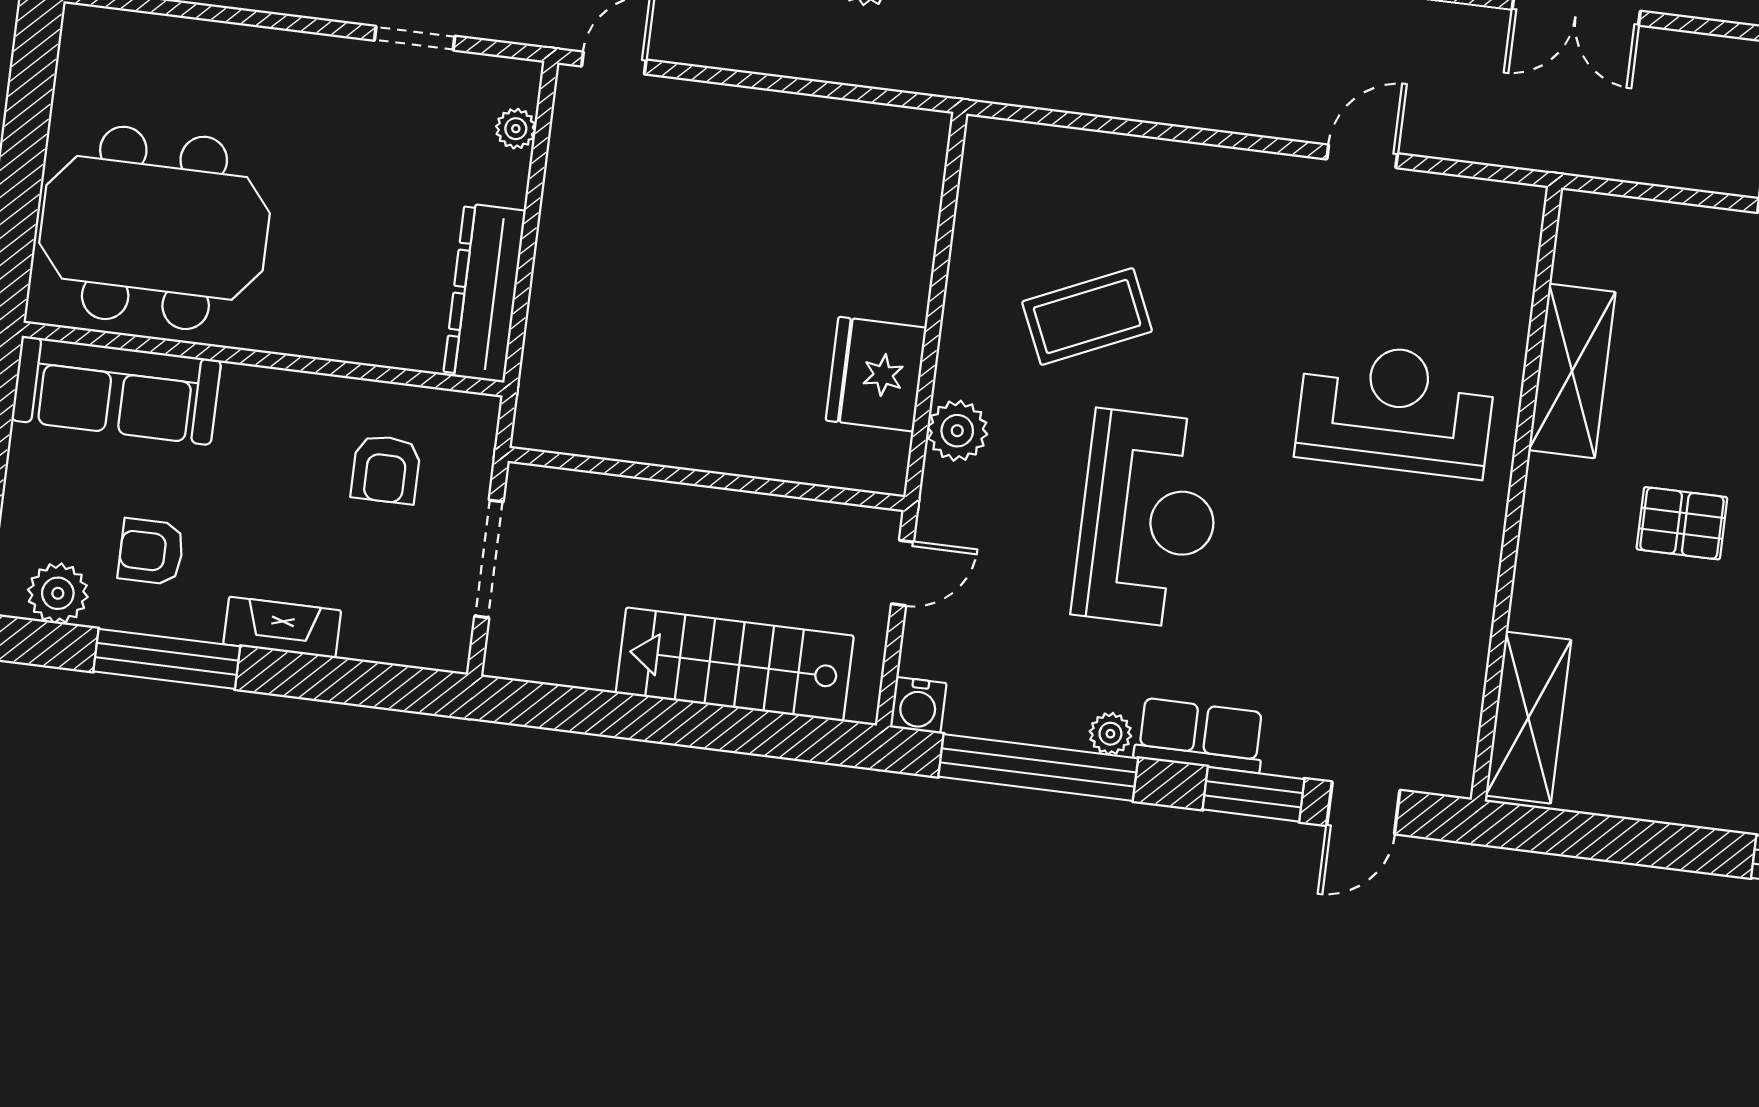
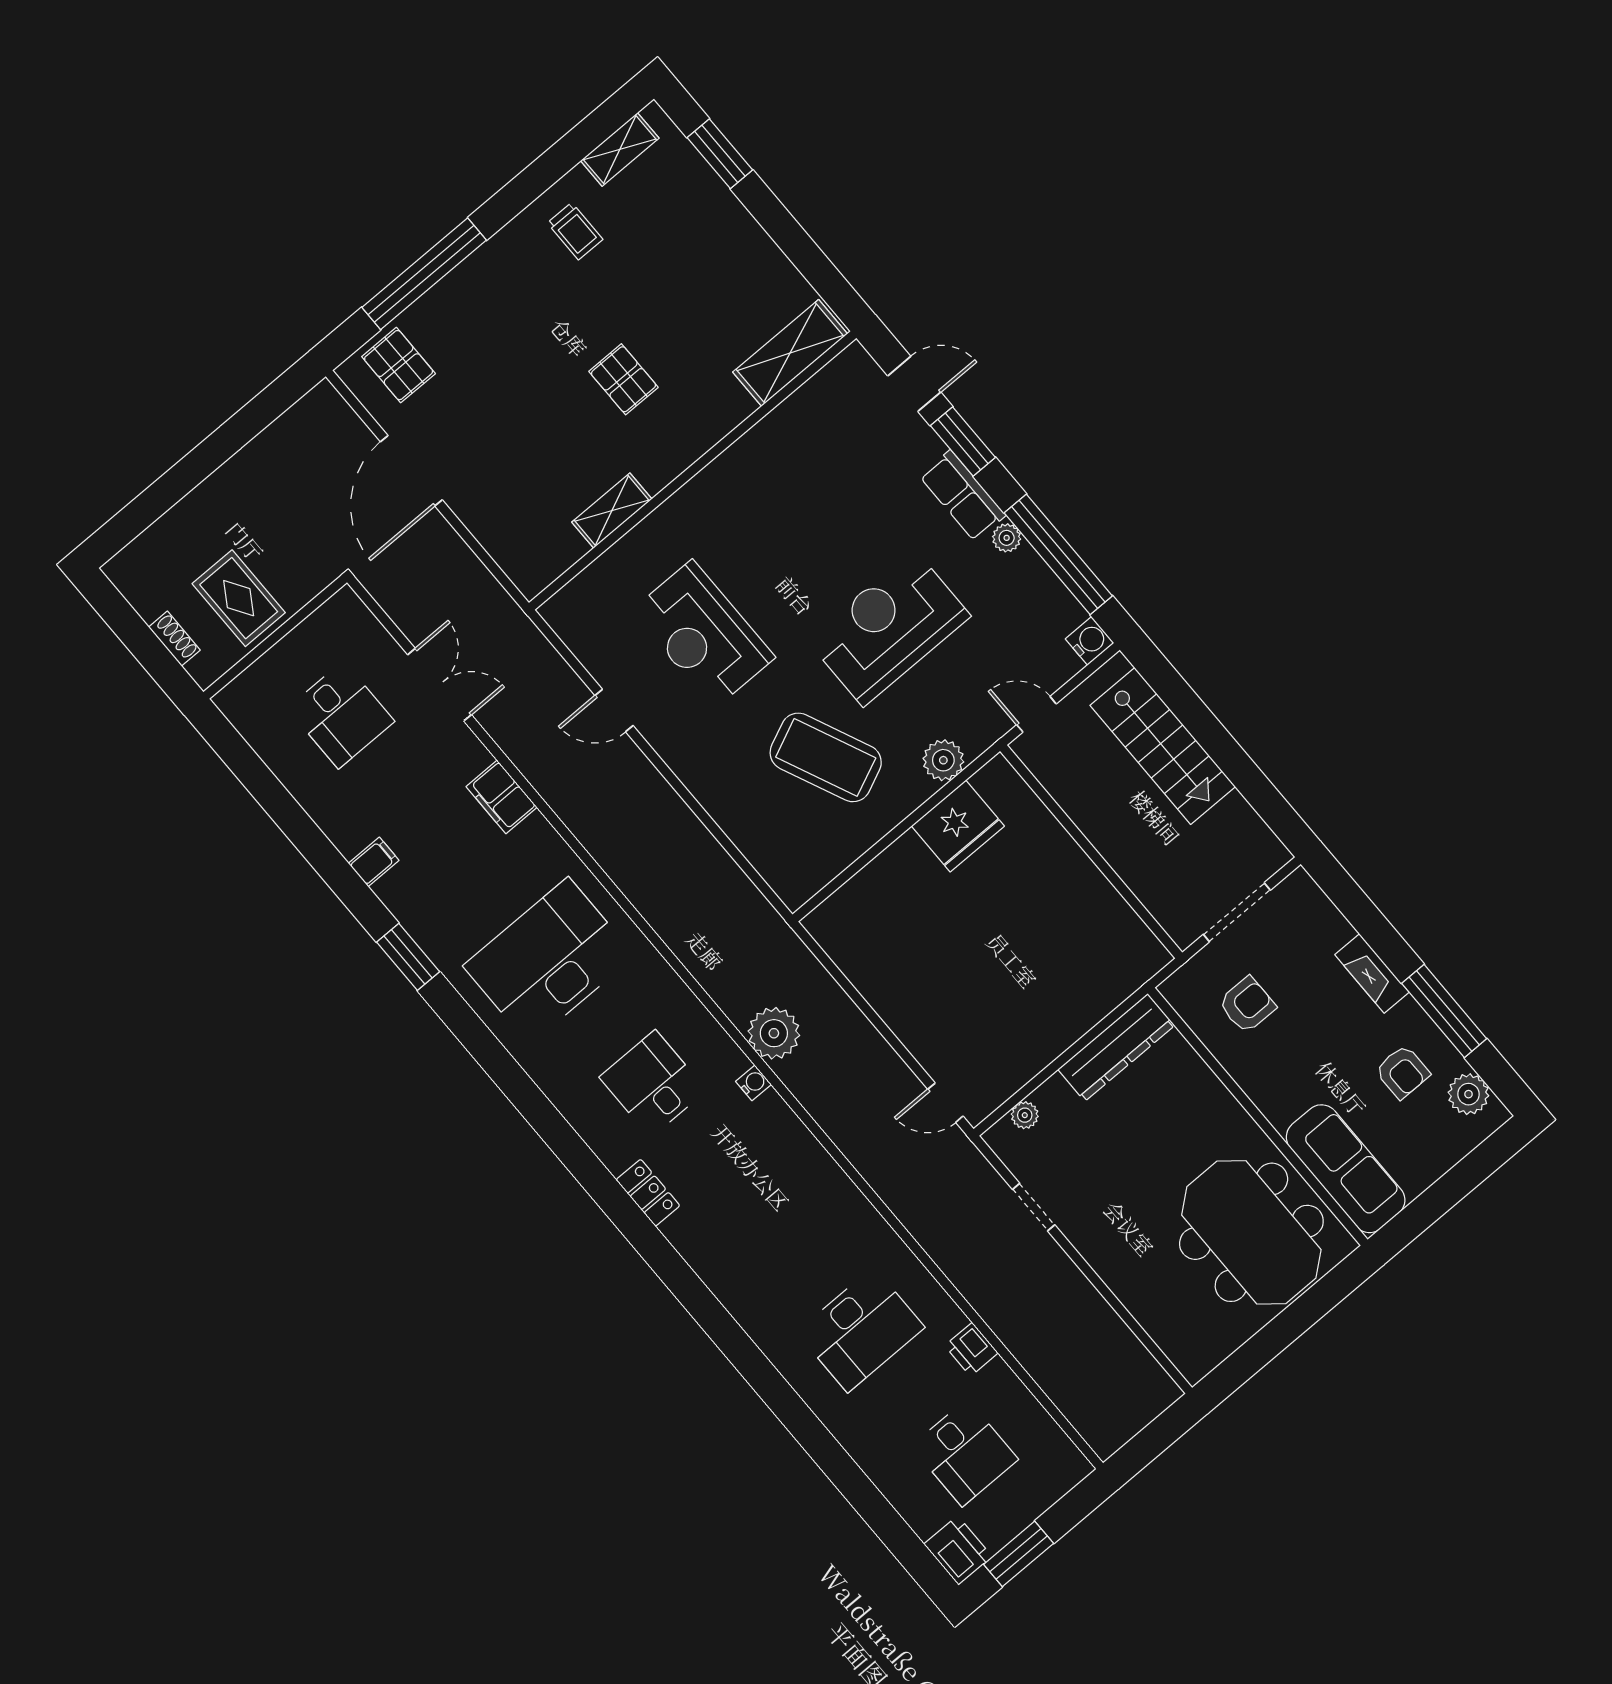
coffee table: (1087, 316) -> (826, 757), width x1.36, depth x1.32
shelving: (1572, 371) -> (612, 511), width x0.67, depth x0.75
reception desk: (1395, 409) -> (703, 634), moved

